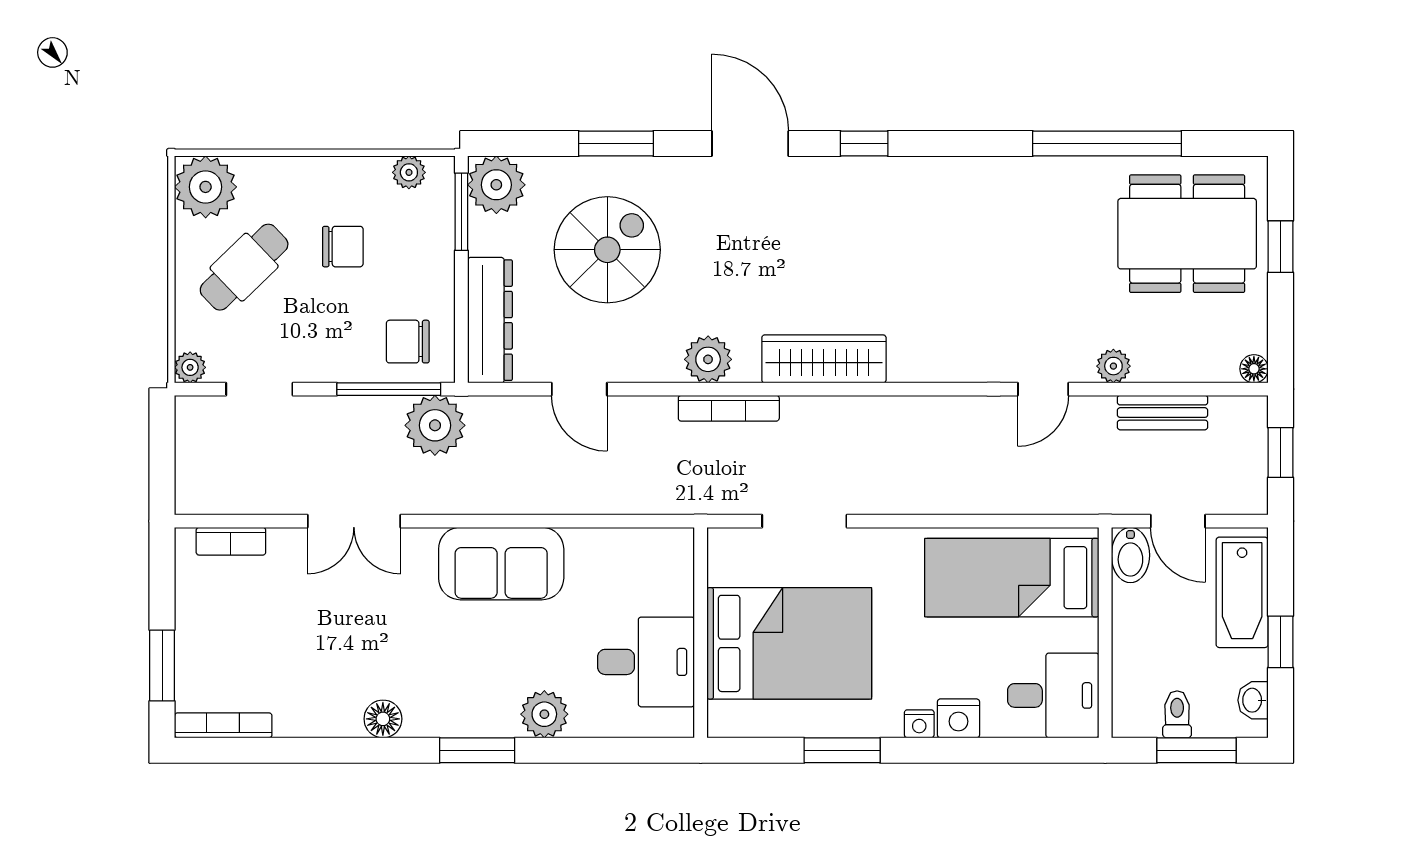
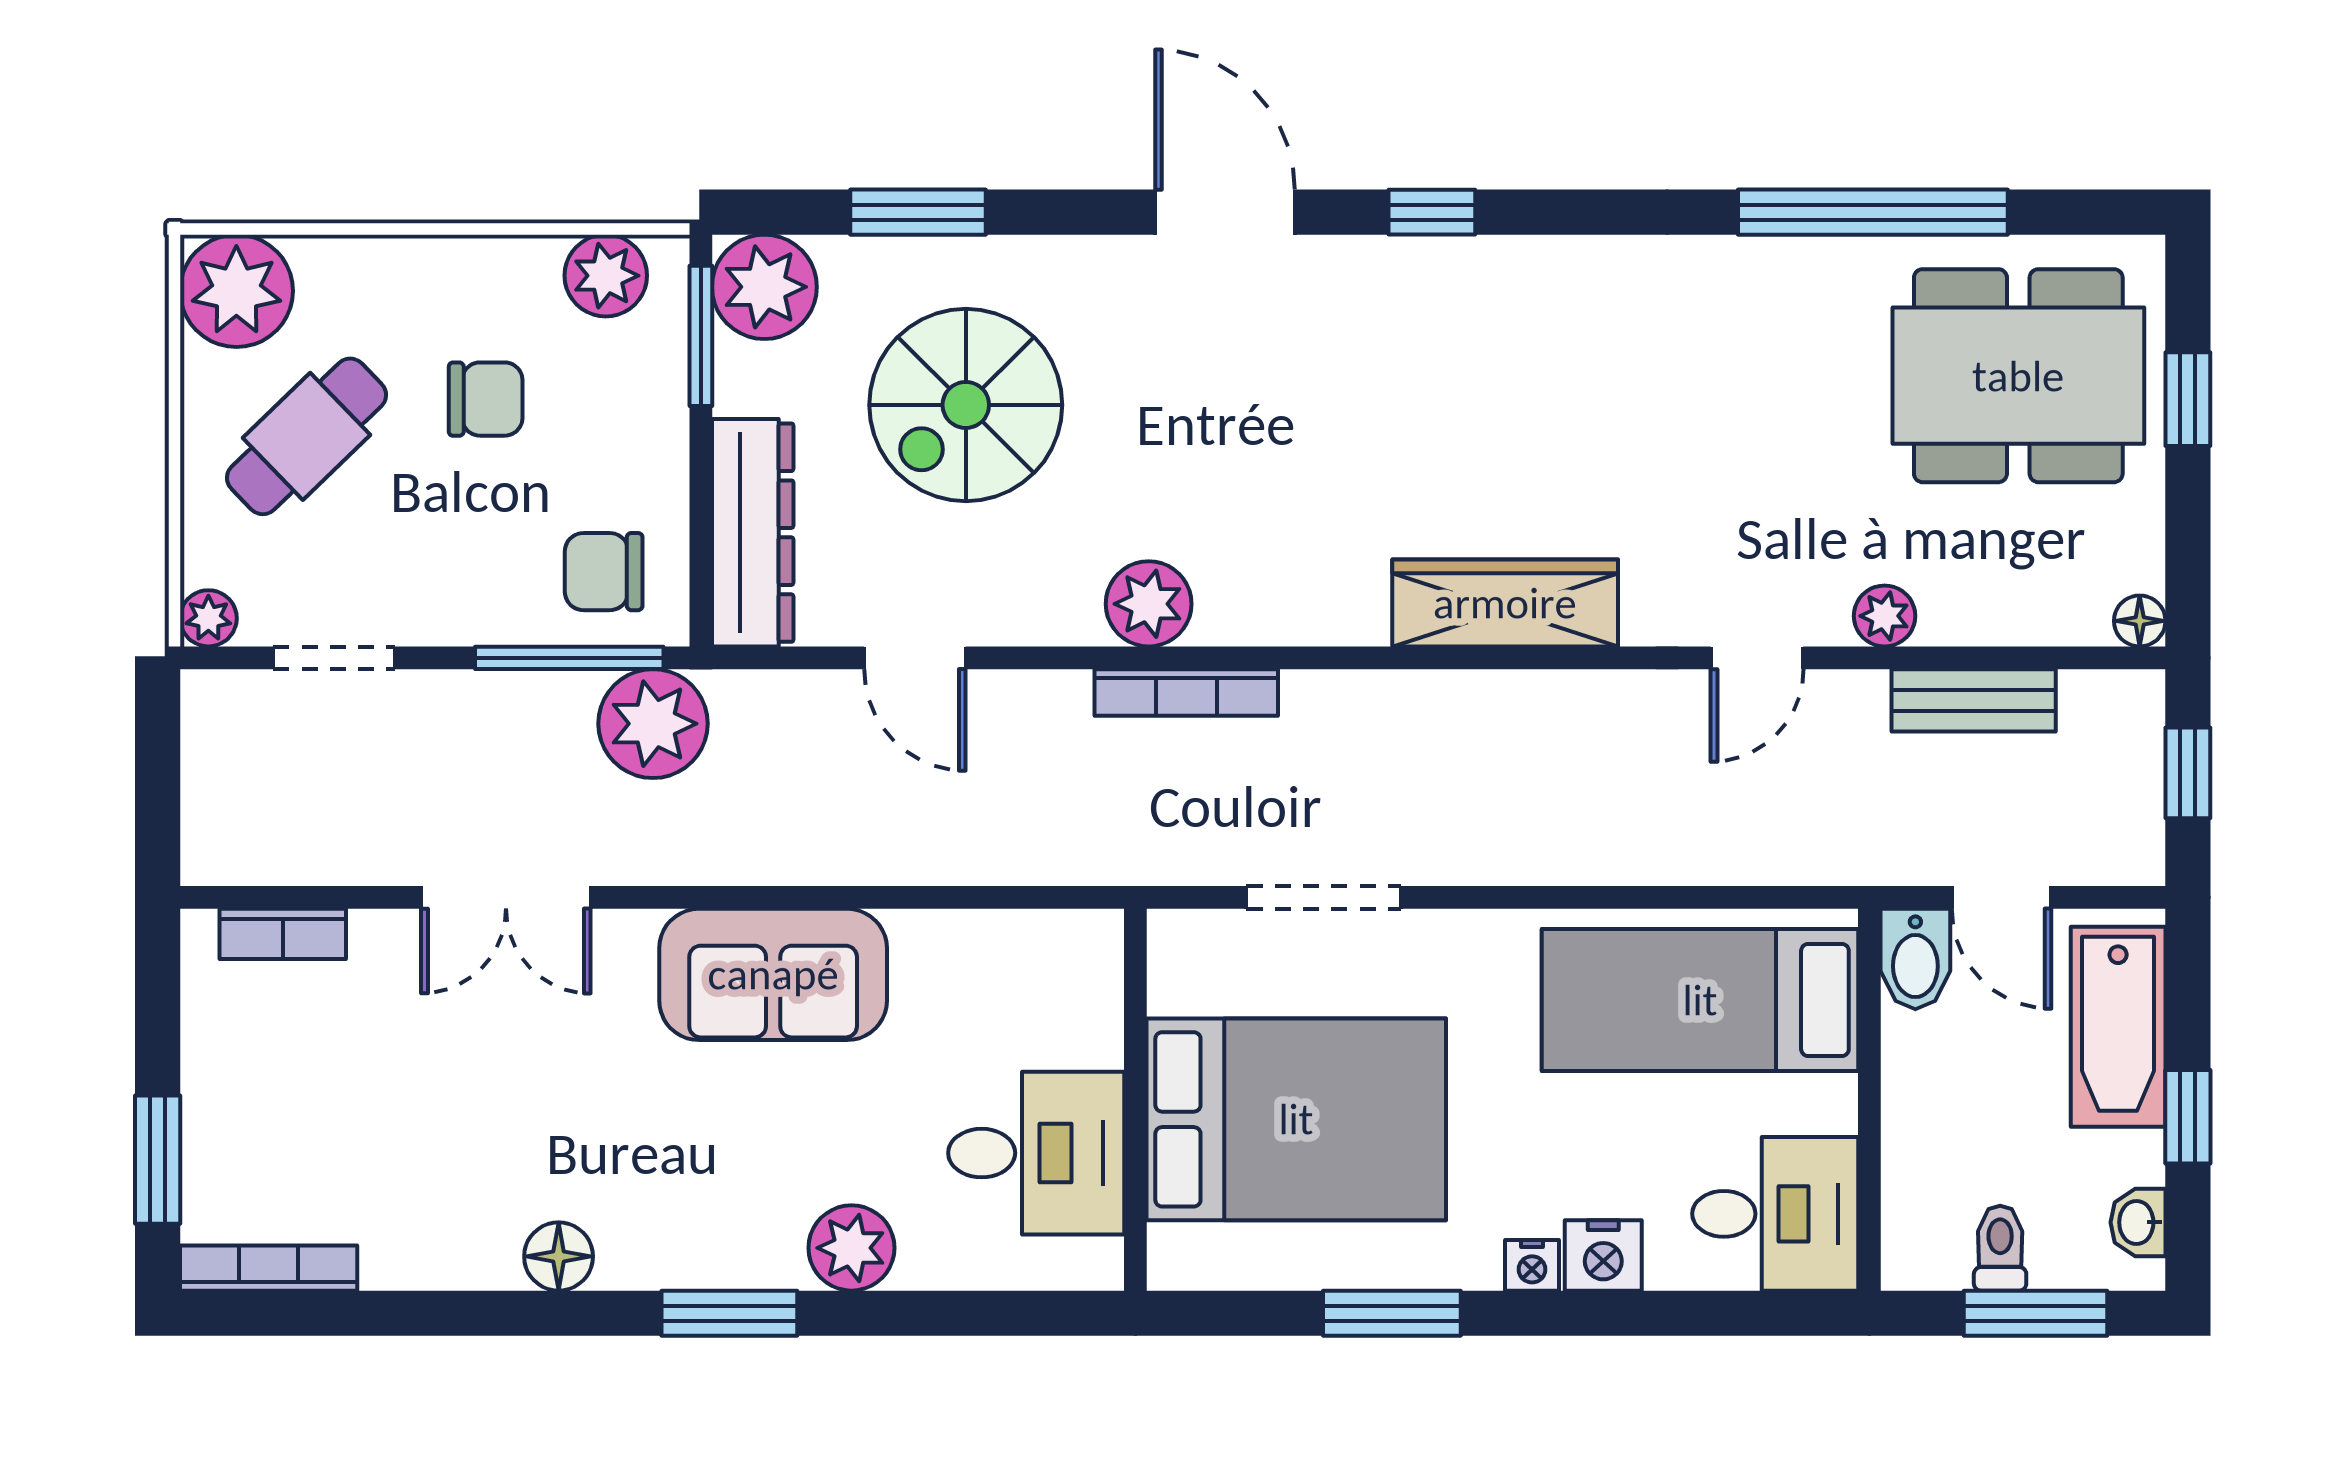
window: (616, 144) -> (918, 212), moved
plant: (409, 172) -> (606, 276), width x1.38, depth x1.38
spiral stairs: (607, 250) -> (966, 405), turned 180
wardrobe: (824, 359) -> (1505, 603), moved

